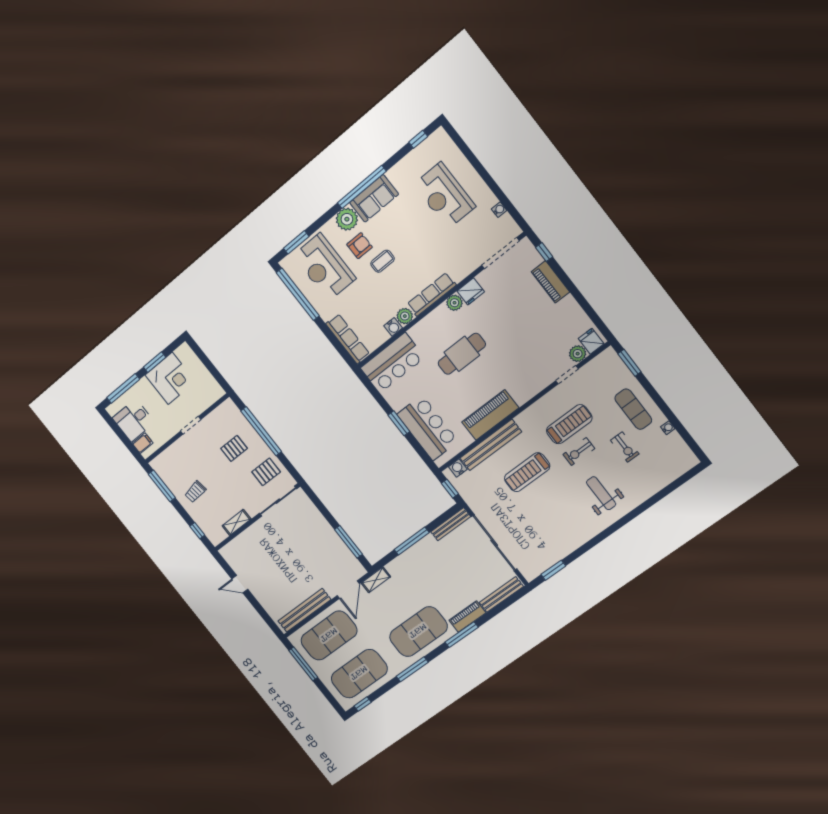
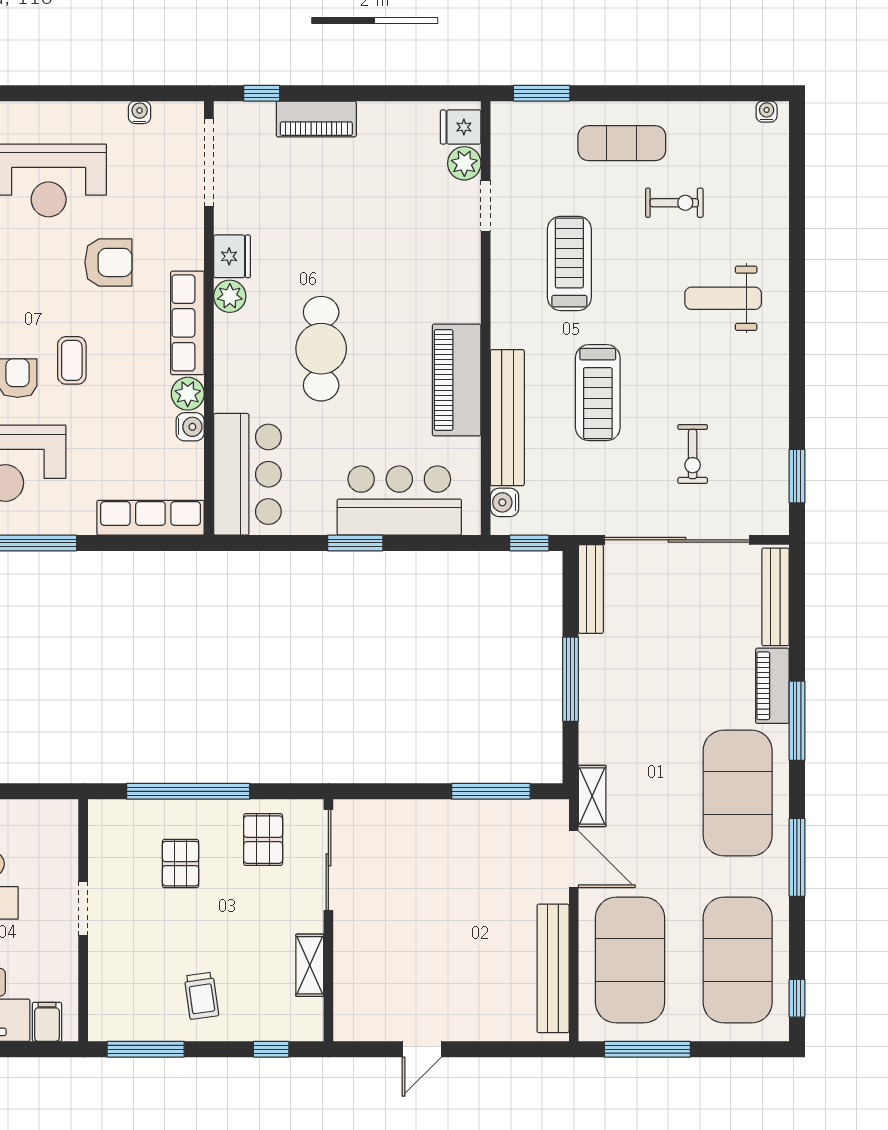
armchair: (431, 245) -> (108, 262), added
water cooler: (668, 428) -> (767, 112), moved
exercise bike: (579, 451) -> (693, 454), moved

